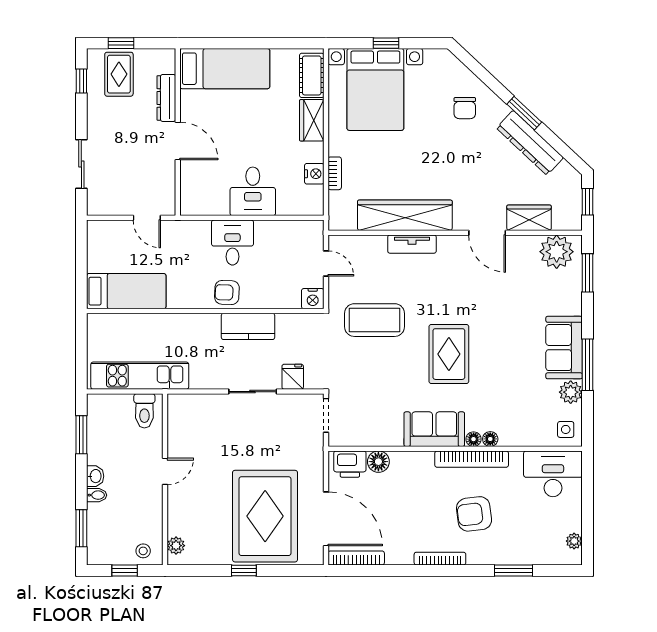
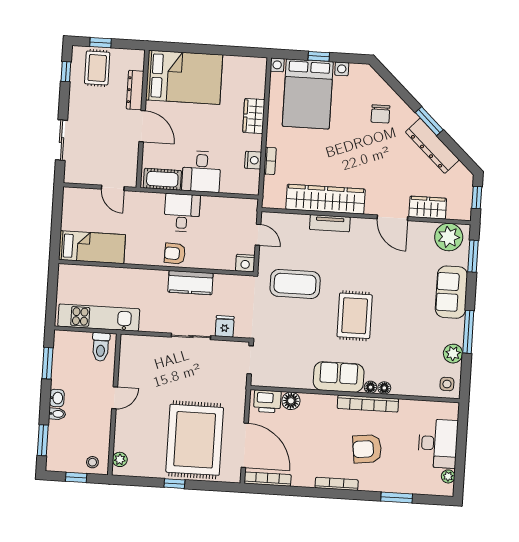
bed: (225, 69) -> (184, 77), width x1.50
cot: (312, 75) -> (162, 179), moved, turned 90
sofa: (564, 348) -> (451, 292), moved
desk: (553, 474) -> (438, 443), moved, turned 90

